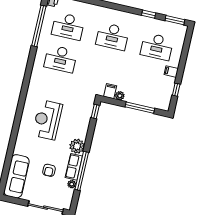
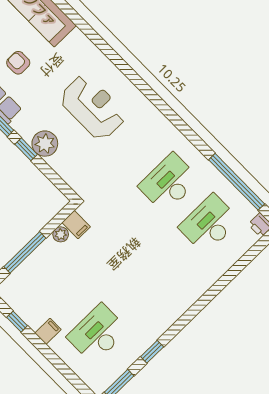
desk: (112, 36) -> (153, 279), removed
window: (95, 112) -> (26, 149), moved
plant: (77, 146) -> (45, 144), moved

